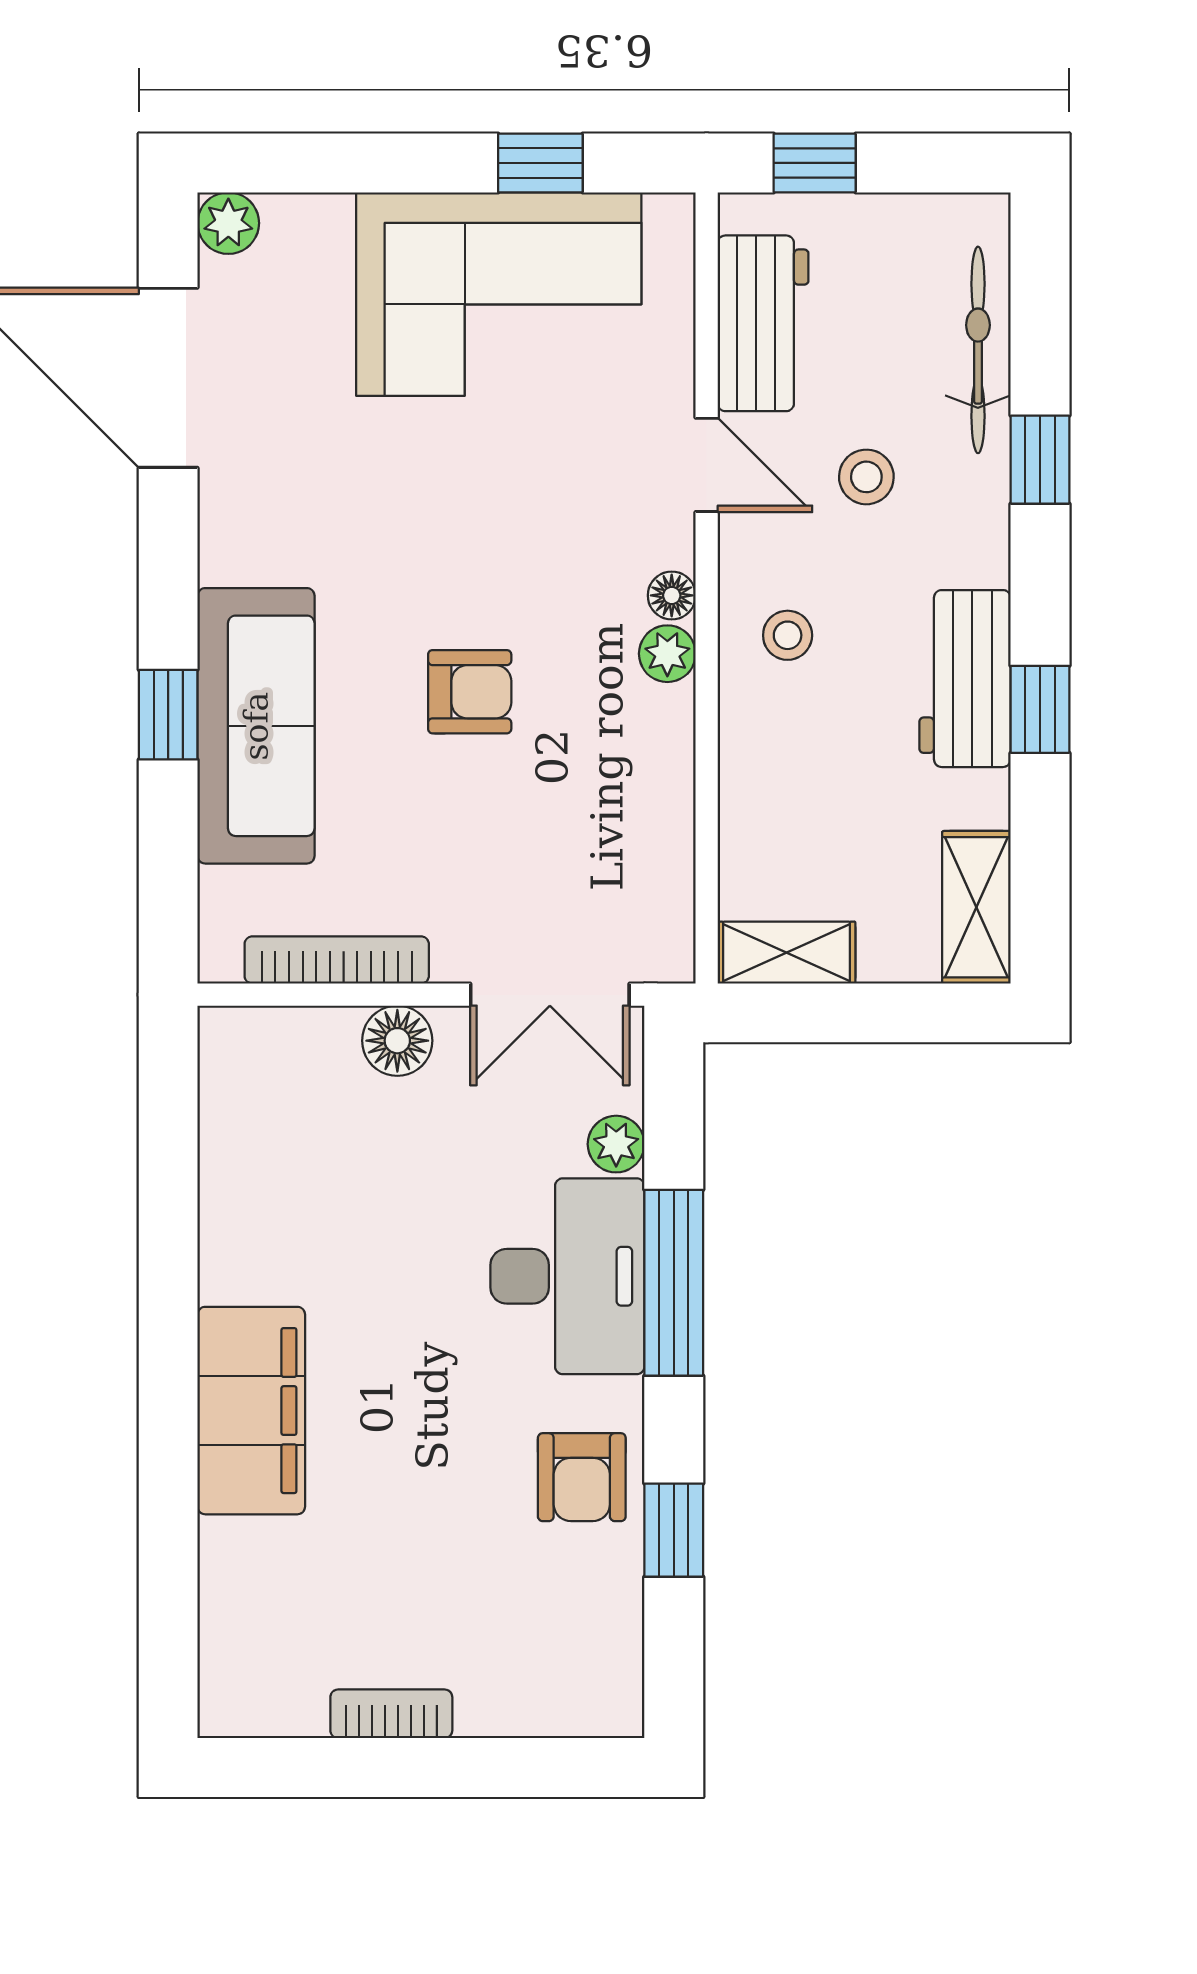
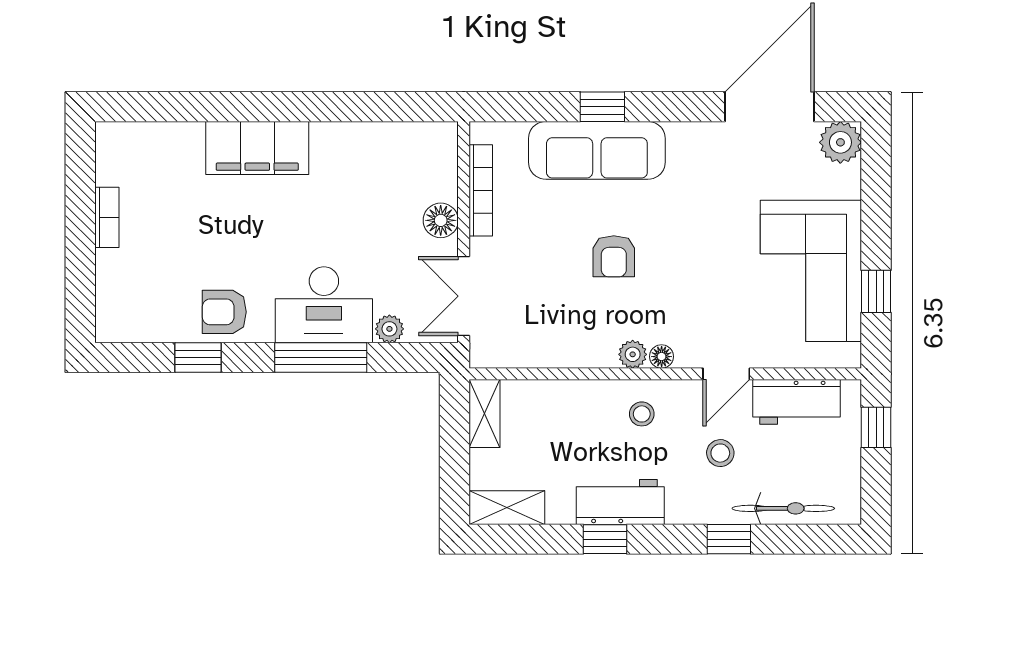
plant: (228, 223) -> (840, 142), width x1.38, depth x1.38

